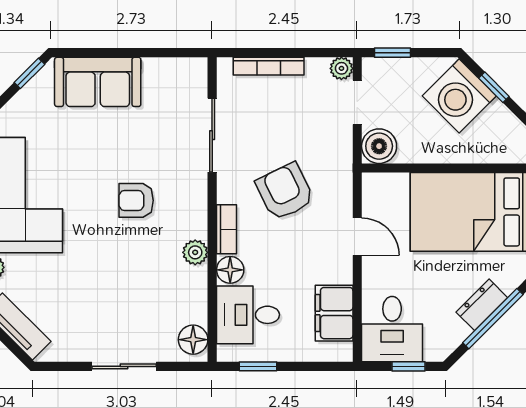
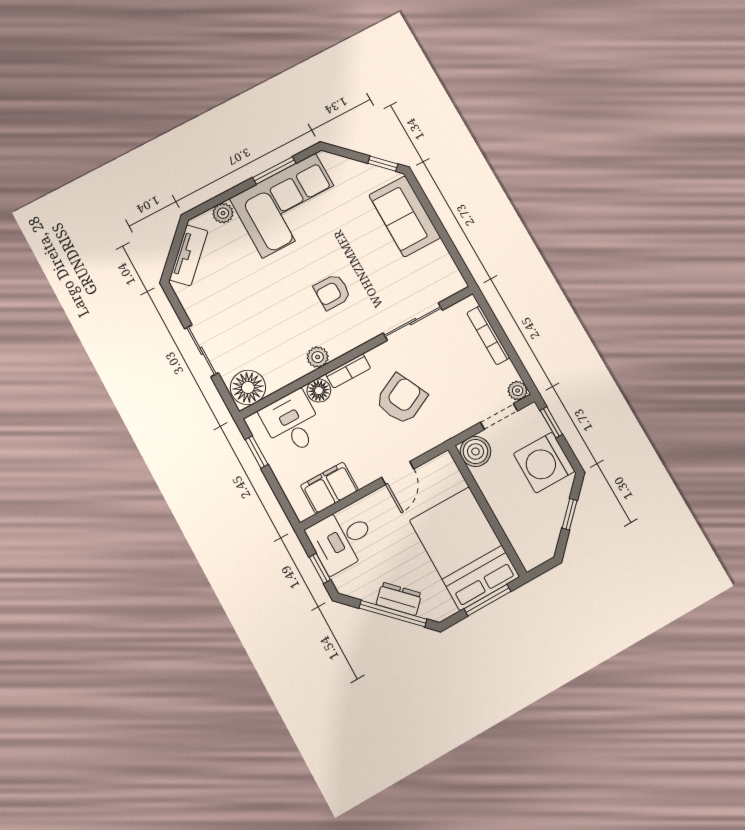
washing machine: (459, 96) -> (544, 463), moved, turned -45
armchair: (136, 200) -> (332, 292), turned -90
floor lamp: (193, 340) -> (248, 387), width x1.38, depth x1.38

